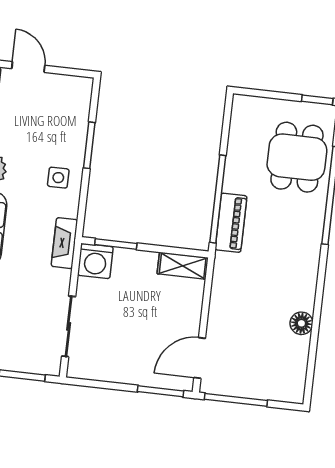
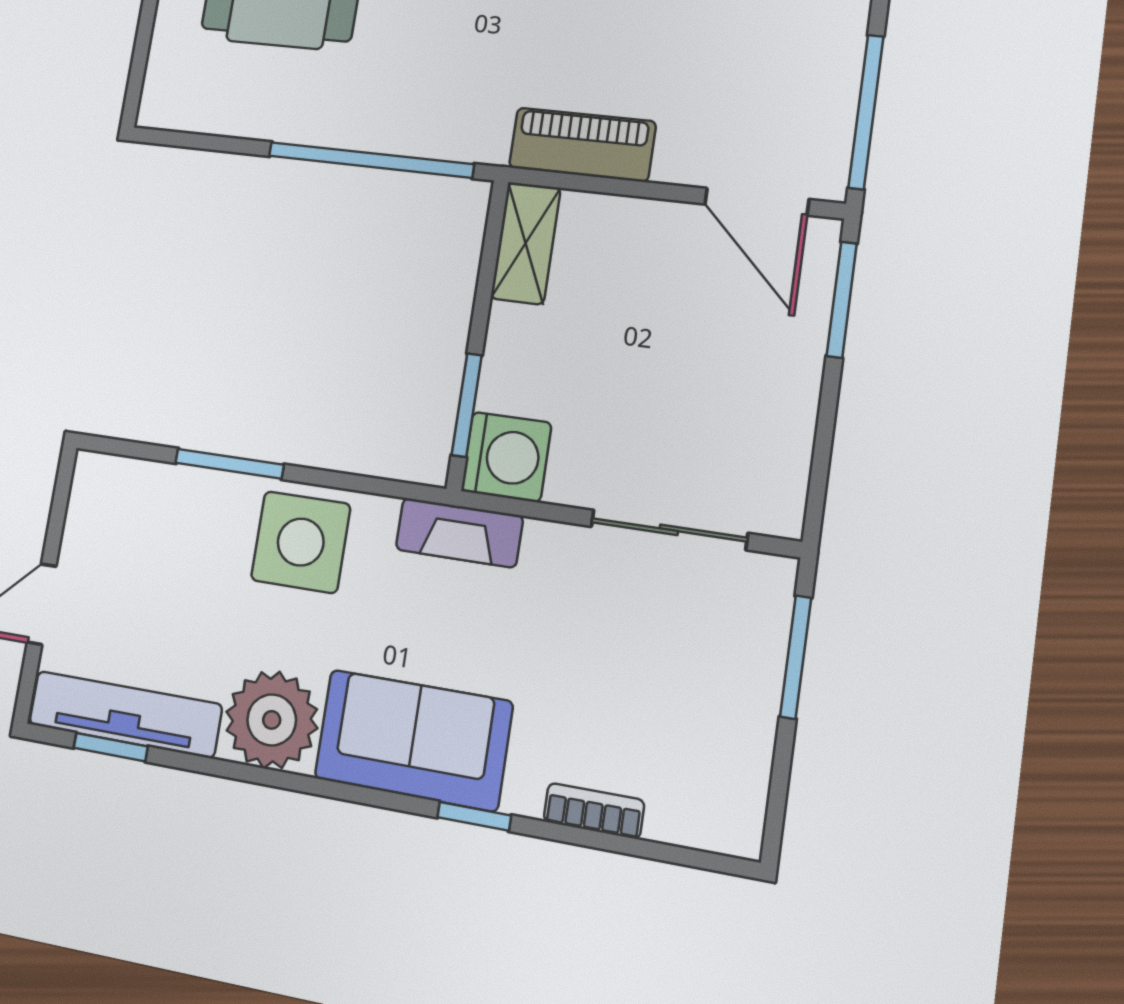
side table: (58, 178) -> (301, 542), width x1.87, depth x1.87
piano: (231, 223) -> (582, 145), moved

